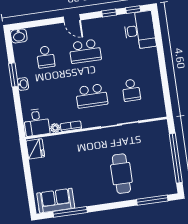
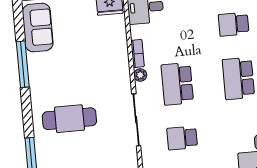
plant: (55, 128) -> (140, 75), moved
window: (70, 212) -> (23, 64), moved

